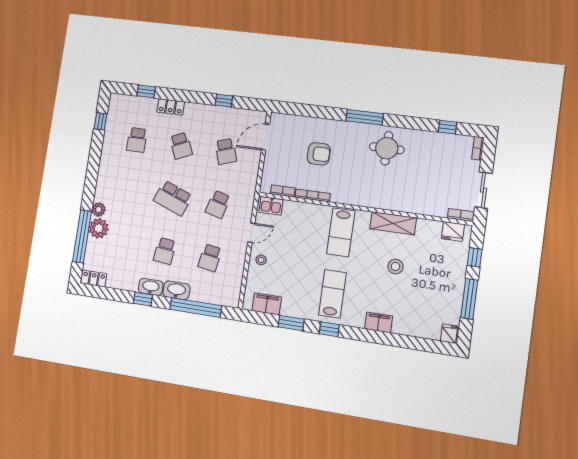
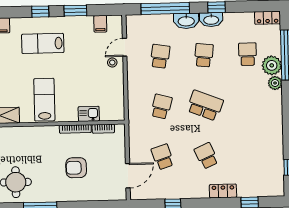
school desk: (137, 140) -> (248, 54), moved
kitchen sink: (271, 206) -> (89, 114), moved
door: (251, 233) -> (125, 47), moved
lab bench: (332, 294) -> (43, 43), turned 90
filing cabinet: (267, 304) -> (100, 24), width x0.50

